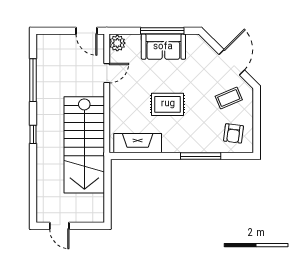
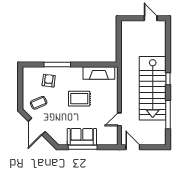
plant: (117, 43) -> (112, 139), removed
armchair: (234, 133) -> (49, 81), moved
stairs: (84, 145) -> (153, 88), moved, turned 180

